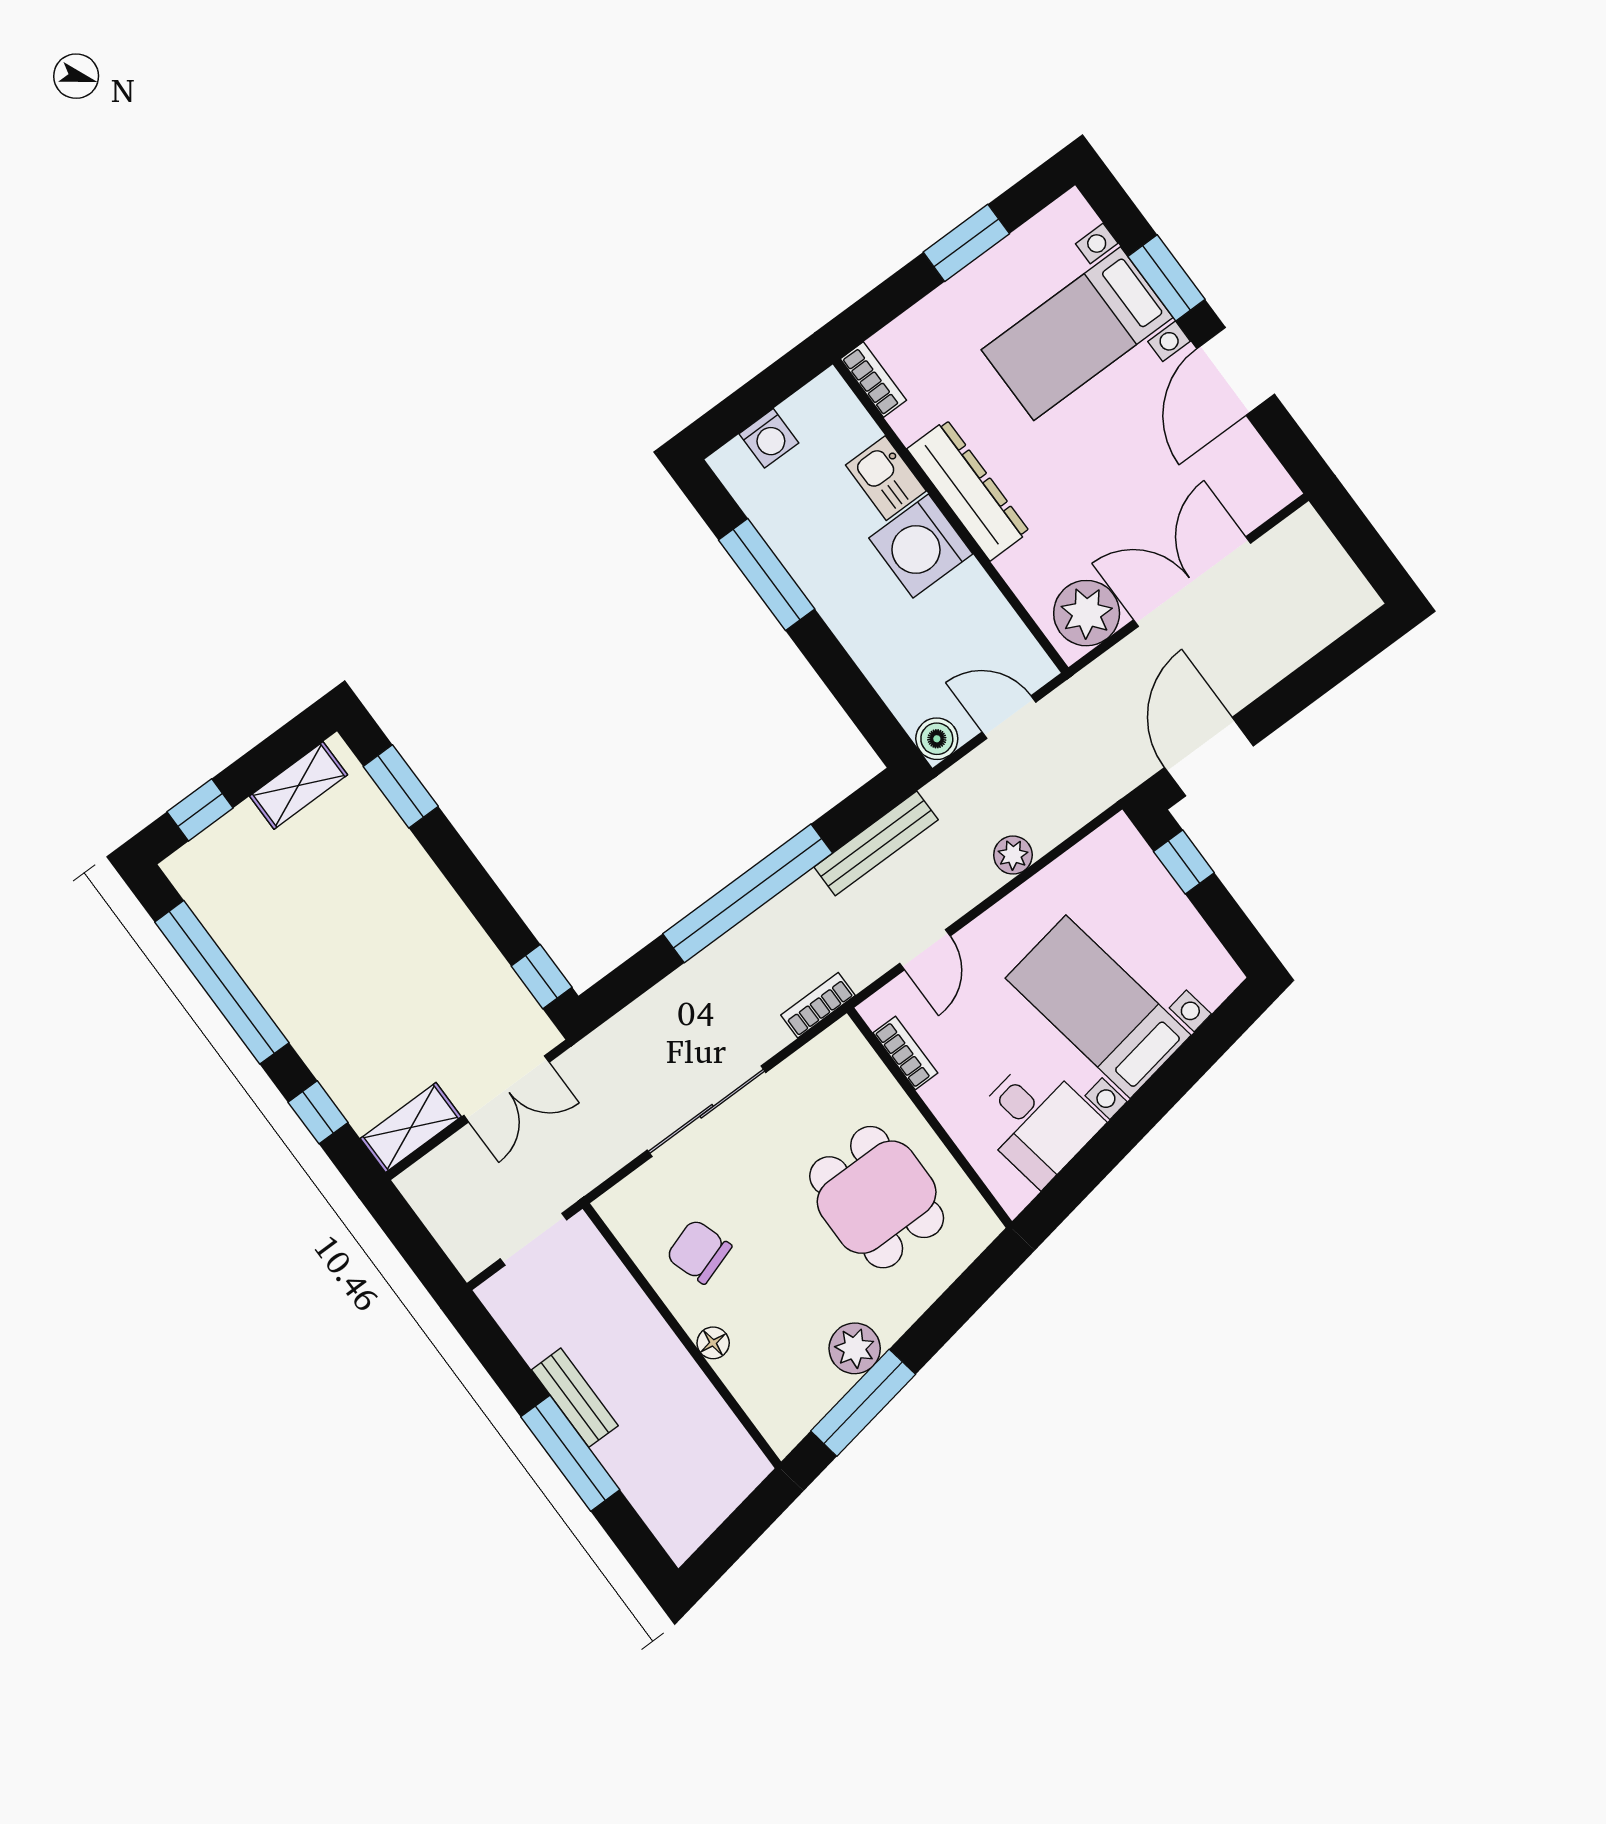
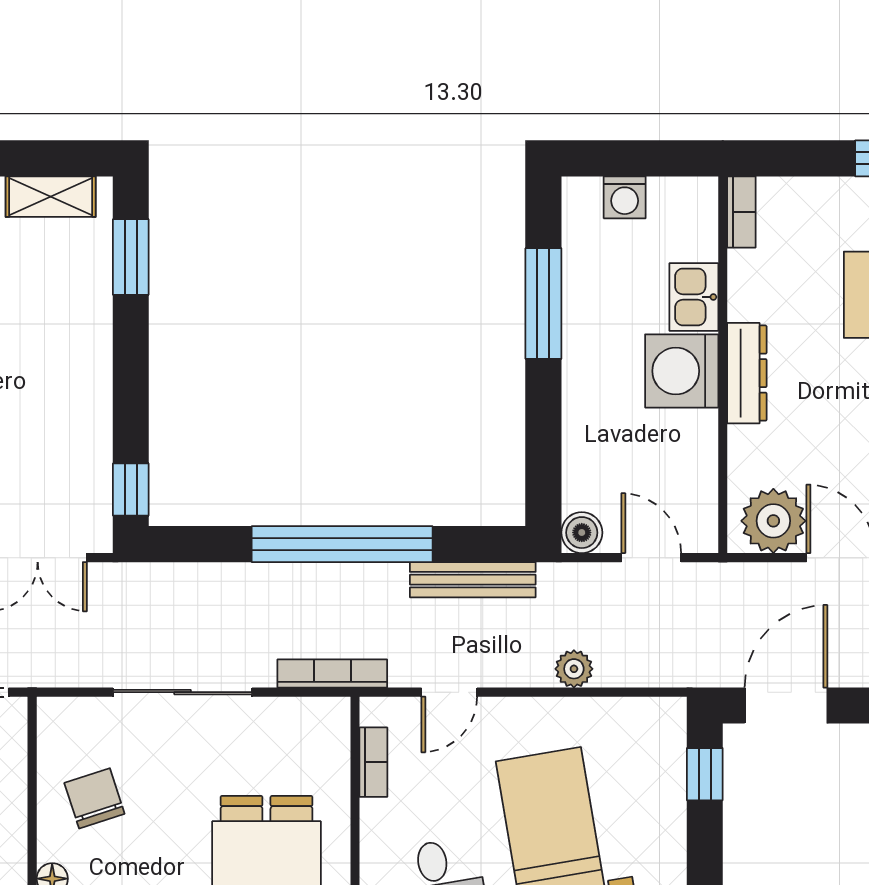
dresser: (968, 490) -> (747, 373), width x0.73, depth x0.80
bookcase: (818, 1005) -> (332, 674), width x1.56

